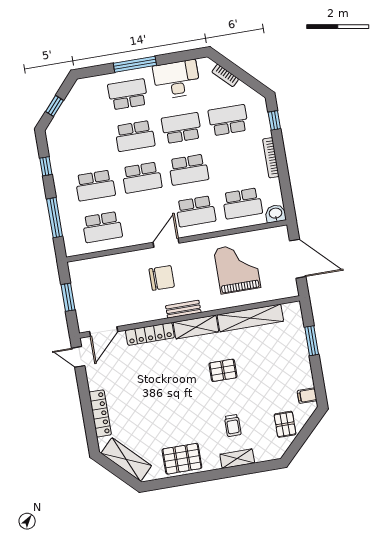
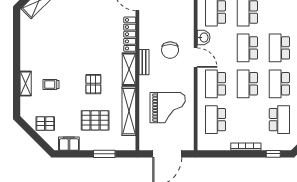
school desk: (182, 128) -> (279, 84), turned 180
washbasin: (276, 214) -> (204, 37), moved
filing cabinet: (307, 396) -> (69, 144), width x2.00
pallet: (182, 459) -> (95, 120), moved, turned 90

